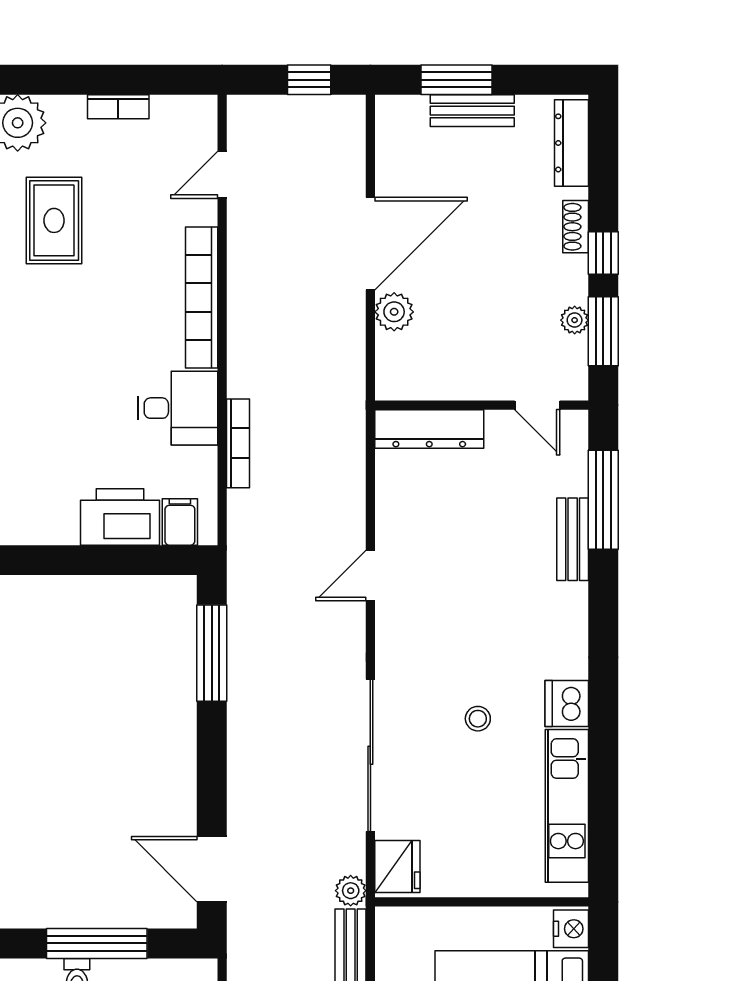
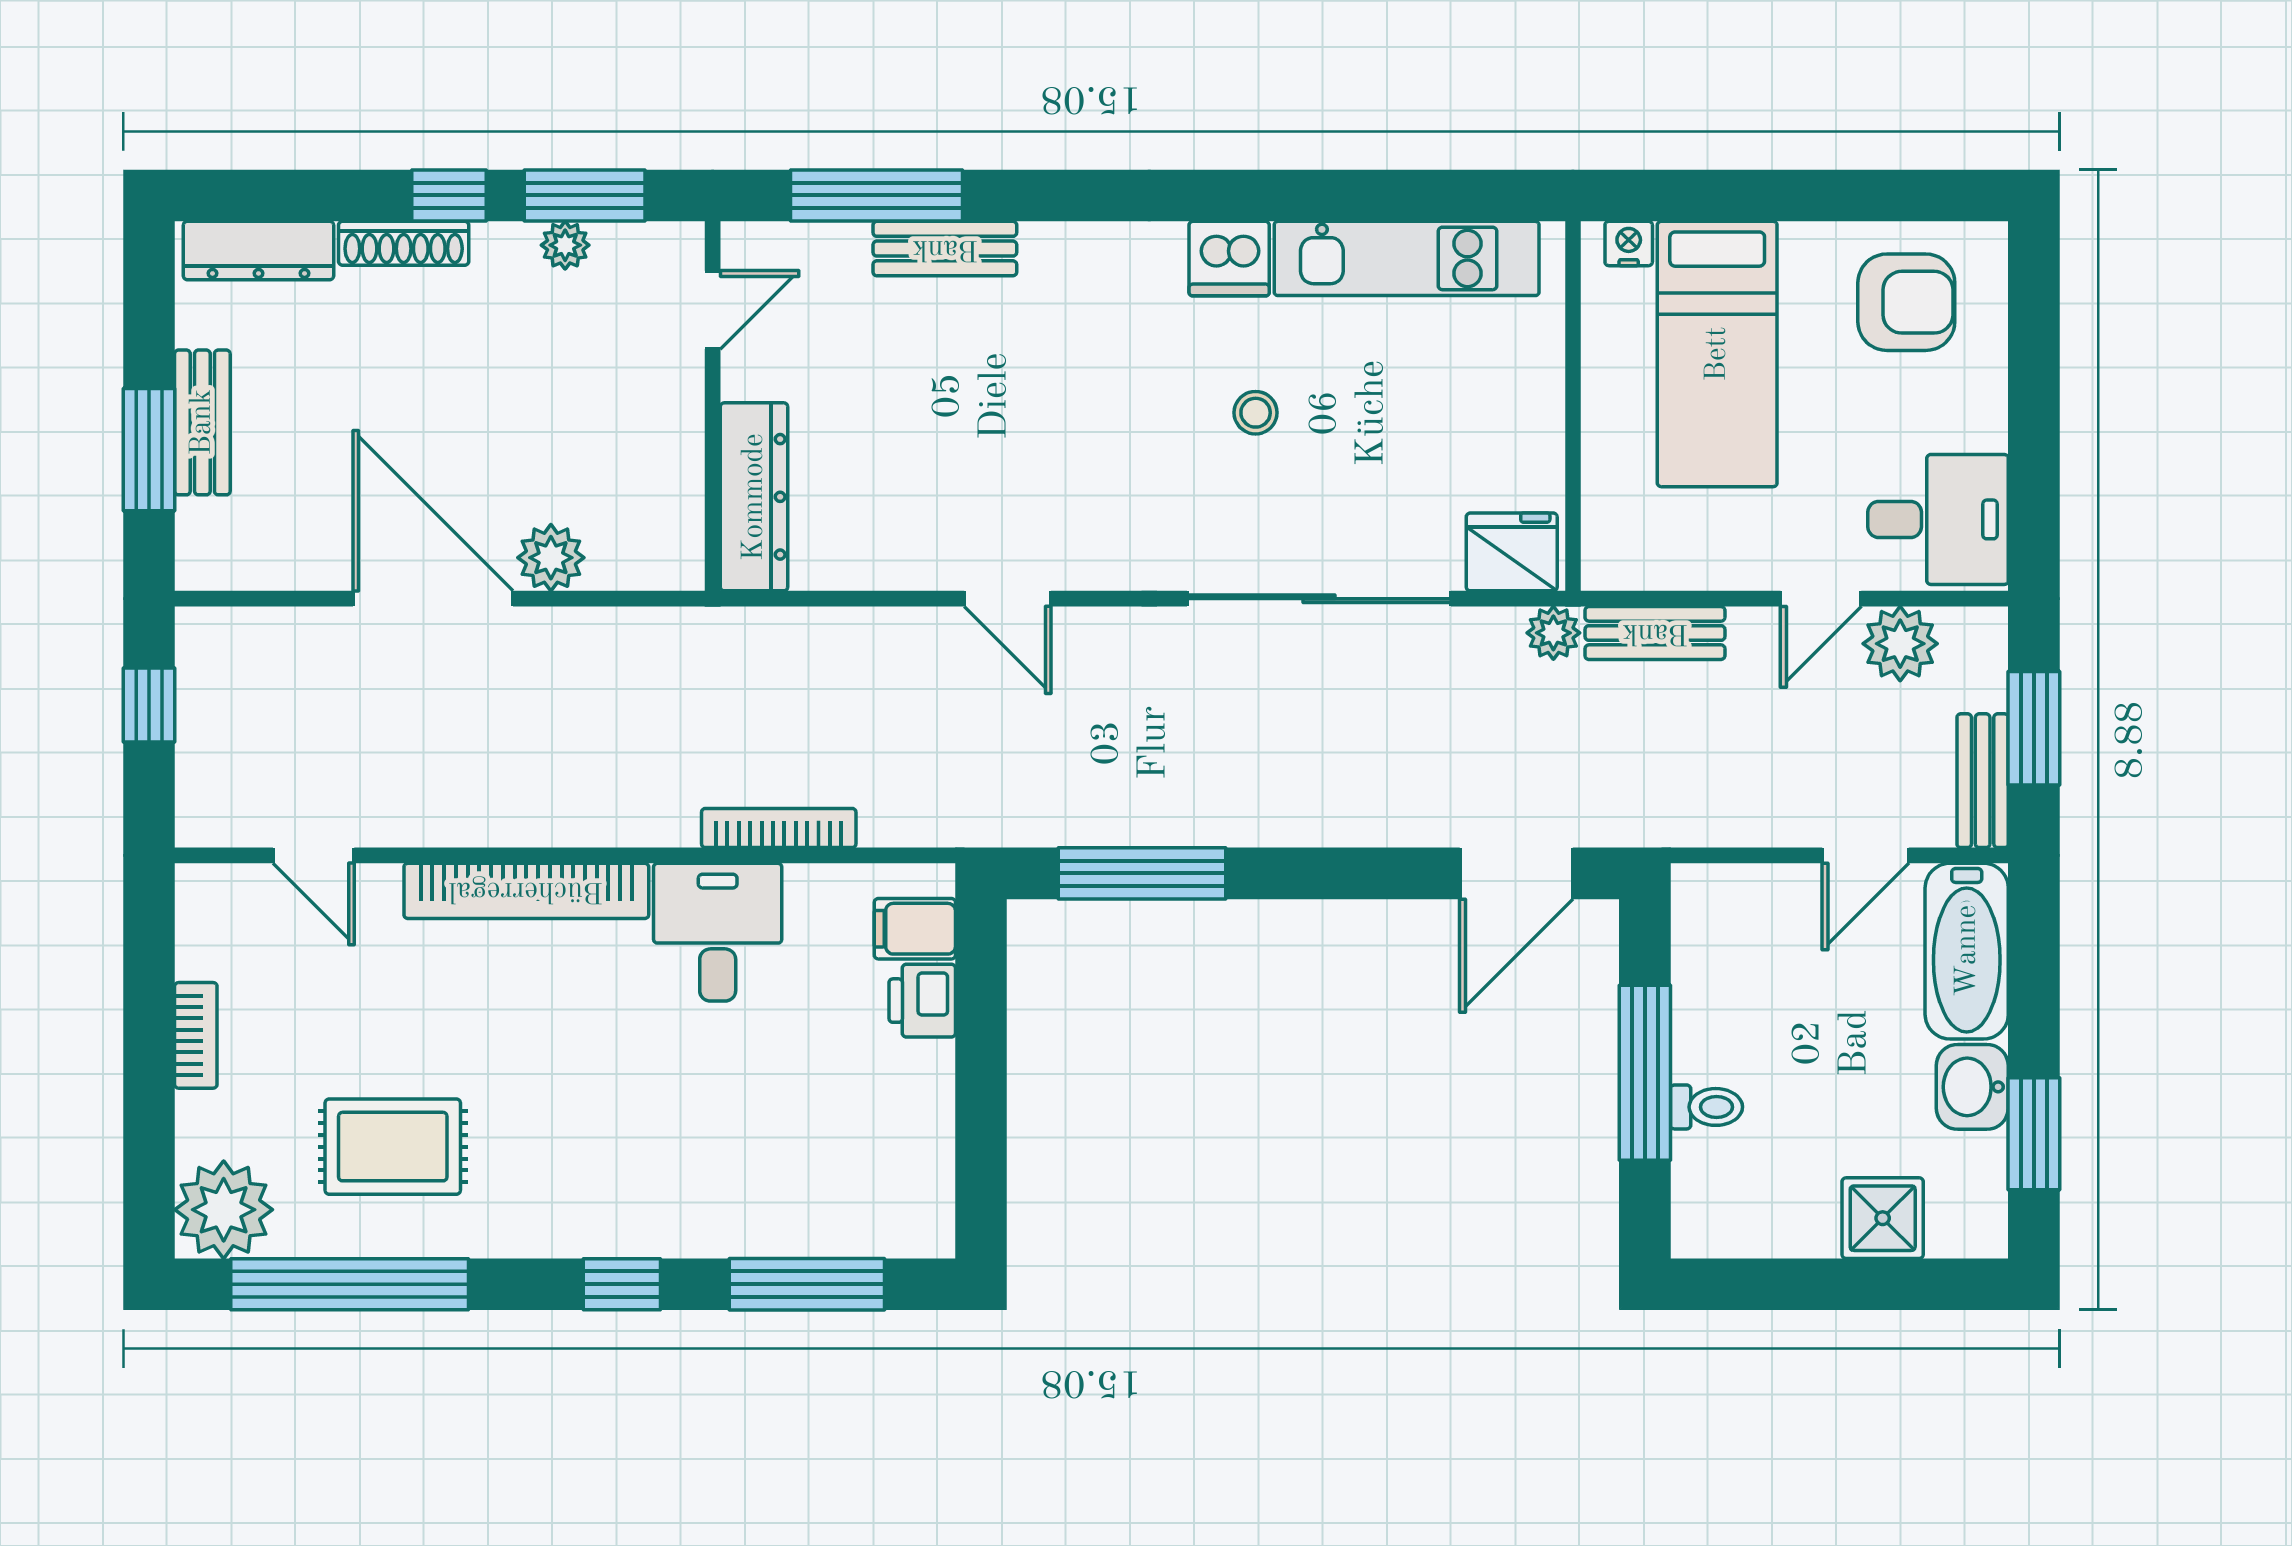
shoe rack: (576, 227) -> (404, 243), width x1.43
printer: (120, 517) -> (922, 1001), width x0.53, depth x0.68
nightstand: (571, 929) -> (1629, 243), width x0.72, depth x0.74

